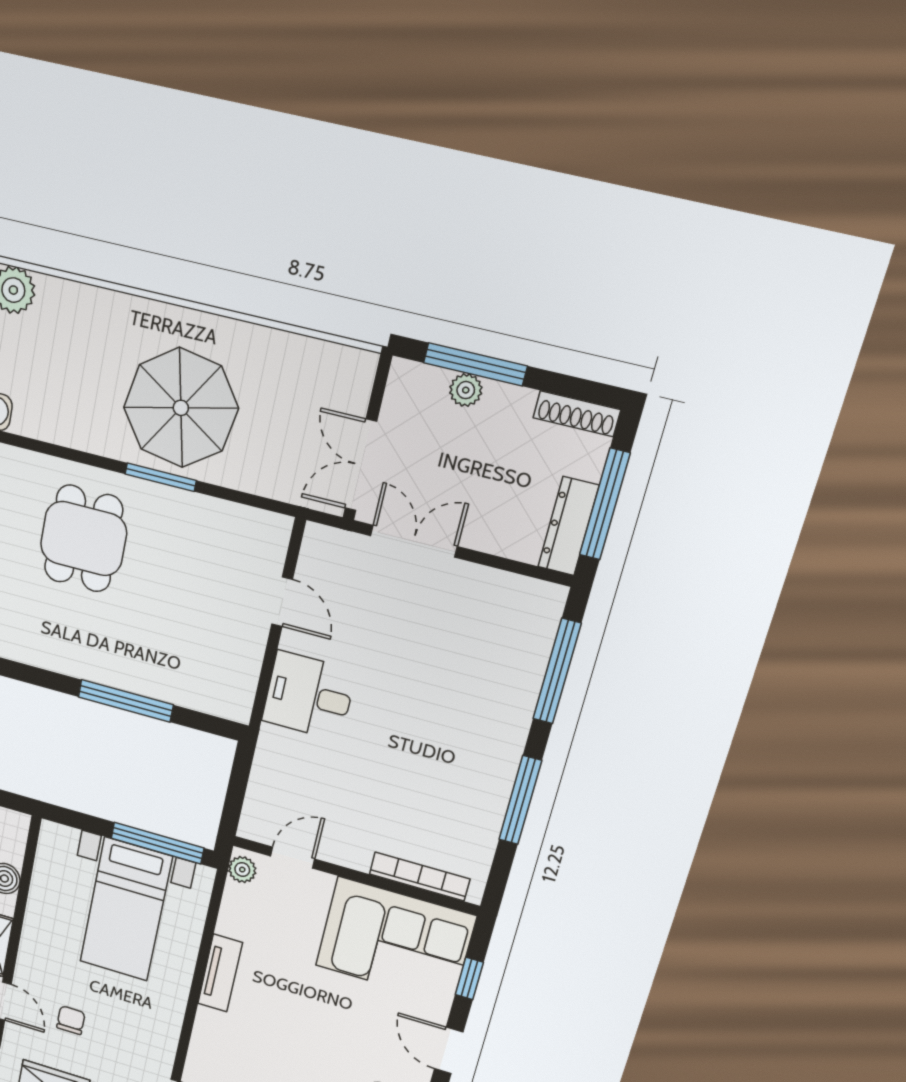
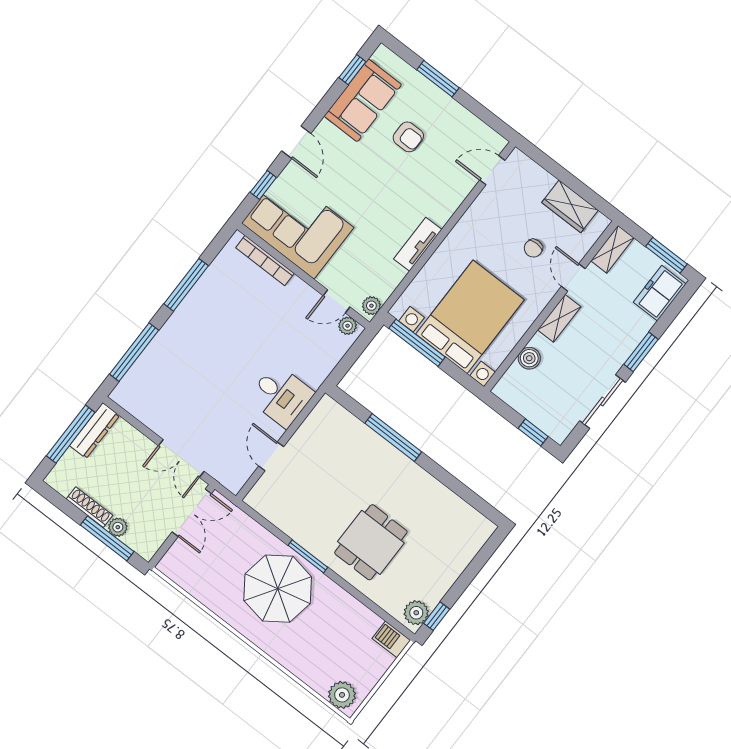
shoe rack: (577, 414) -> (89, 507), moved
plant: (262, 830) -> (348, 326), added
bed with nightstands: (126, 909) -> (470, 317), width x1.36

